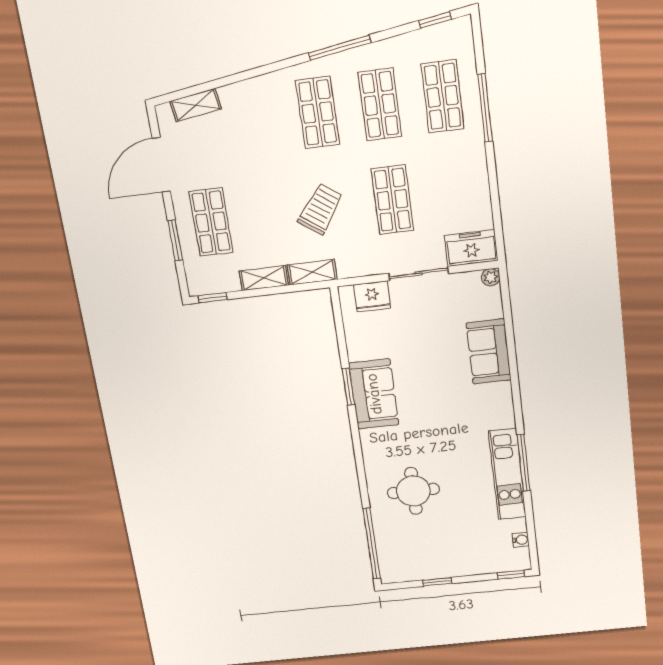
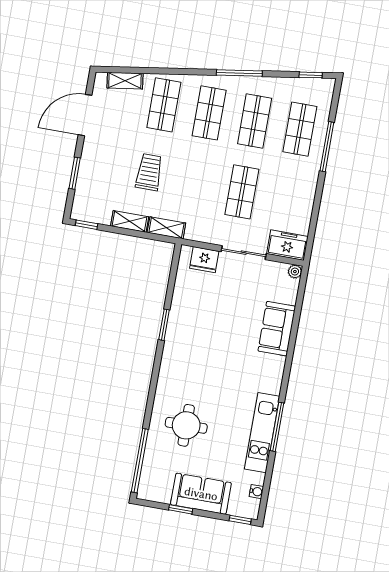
trolley: (320, 209) -> (149, 172), moved, turned -36
shop shelf: (211, 222) -> (164, 105), moved
sofa: (374, 394) -> (201, 494), moved, turned -90

